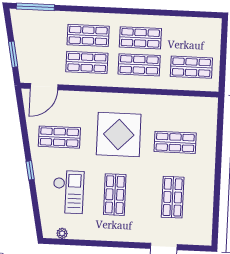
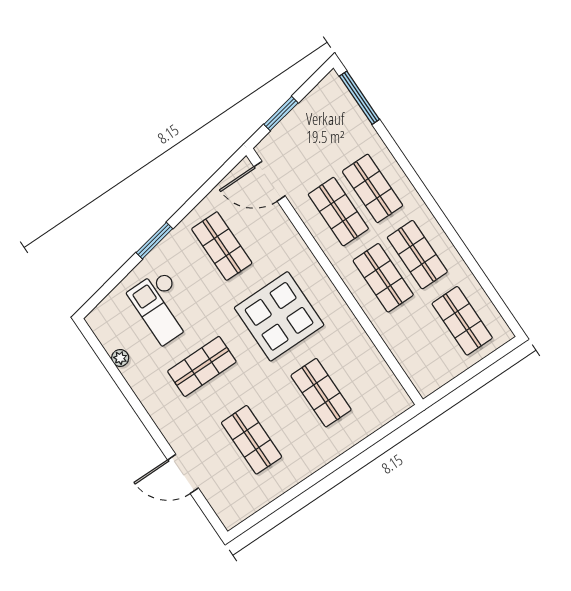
shop shelf: (191, 67) -> (462, 321), moved
window: (30, 170) -> (154, 241), width x1.50
checkout: (68, 192) -> (163, 307), turned 90
shop shelf: (173, 197) -> (252, 440), turned 90
plant: (62, 233) -> (120, 358), moved

